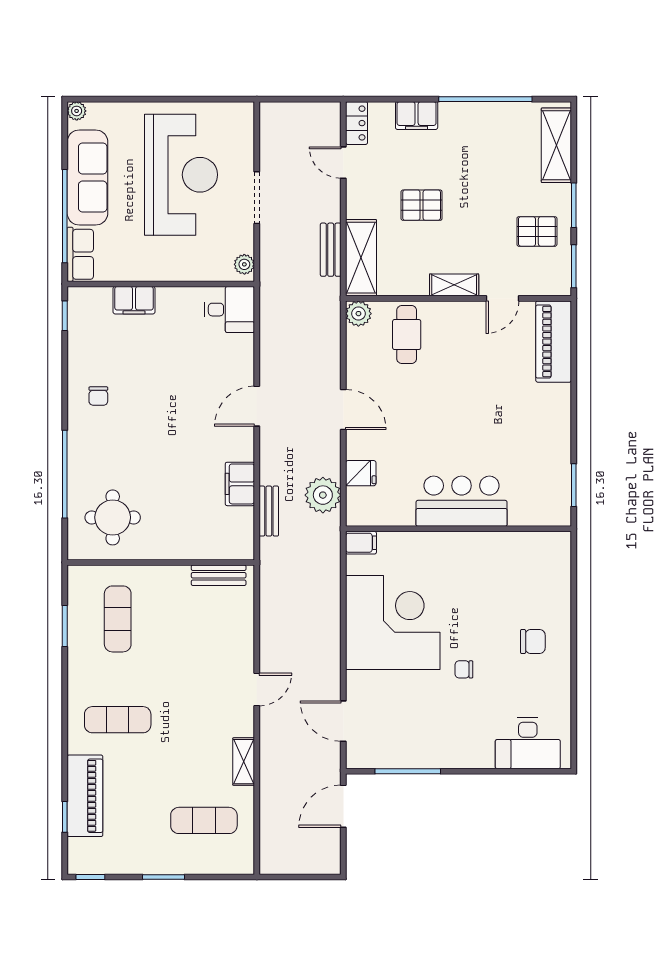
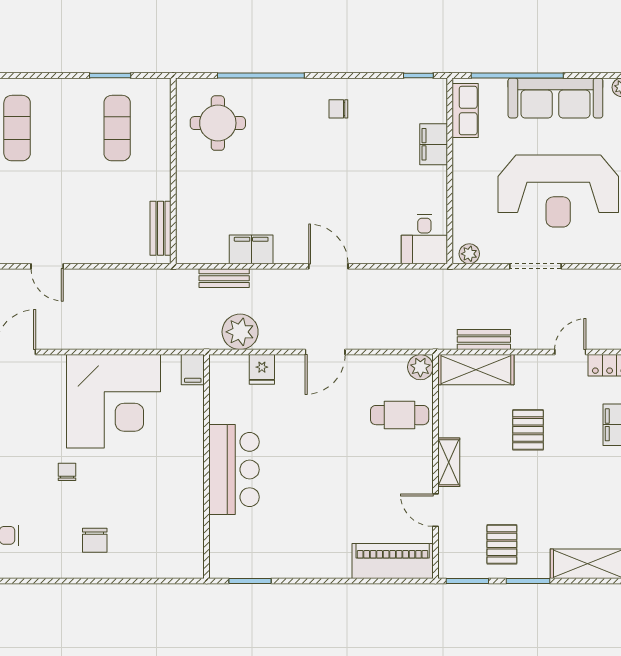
row of seats: (80, 254) -> (465, 111), moved, turned -90
exercise mat: (118, 619) -> (117, 128), turned 90

